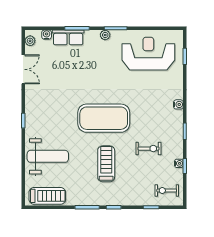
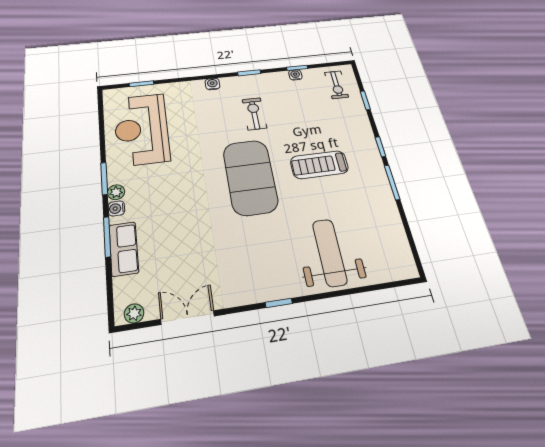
water cooler: (47, 35) -> (116, 208), moved
exercise bike: (149, 149) -> (254, 114), moved
treadmill: (47, 196) -> (393, 244), removed

